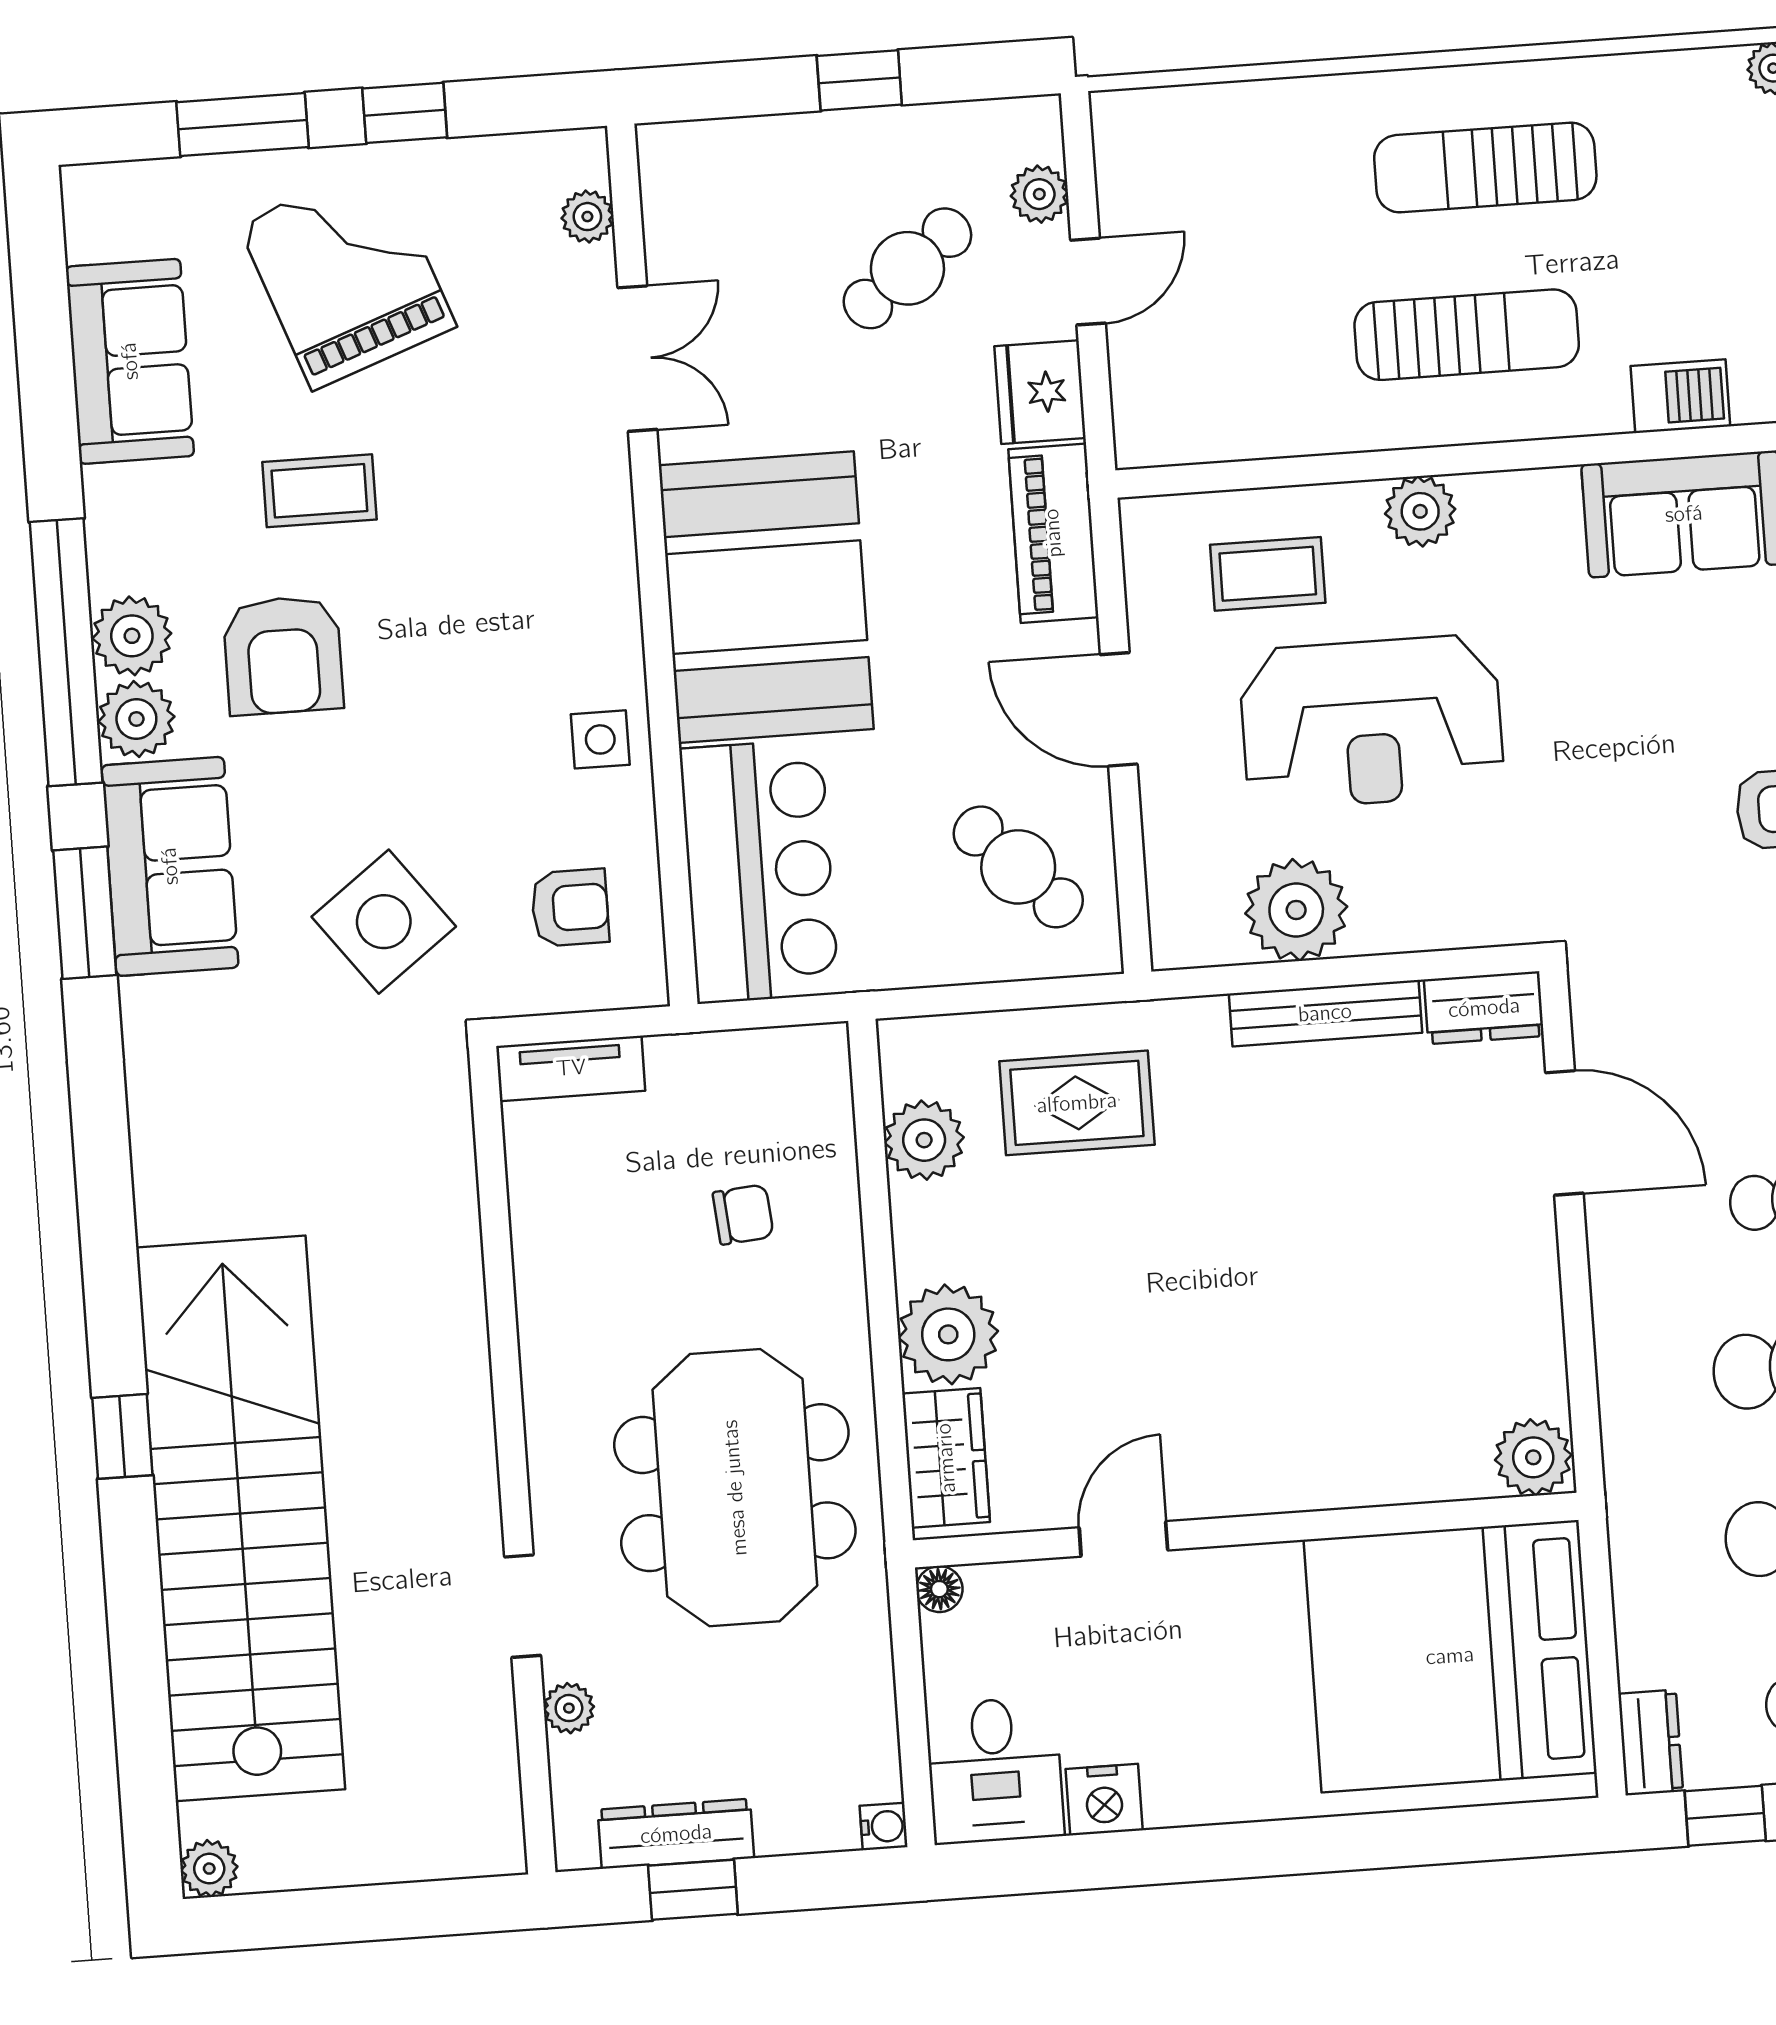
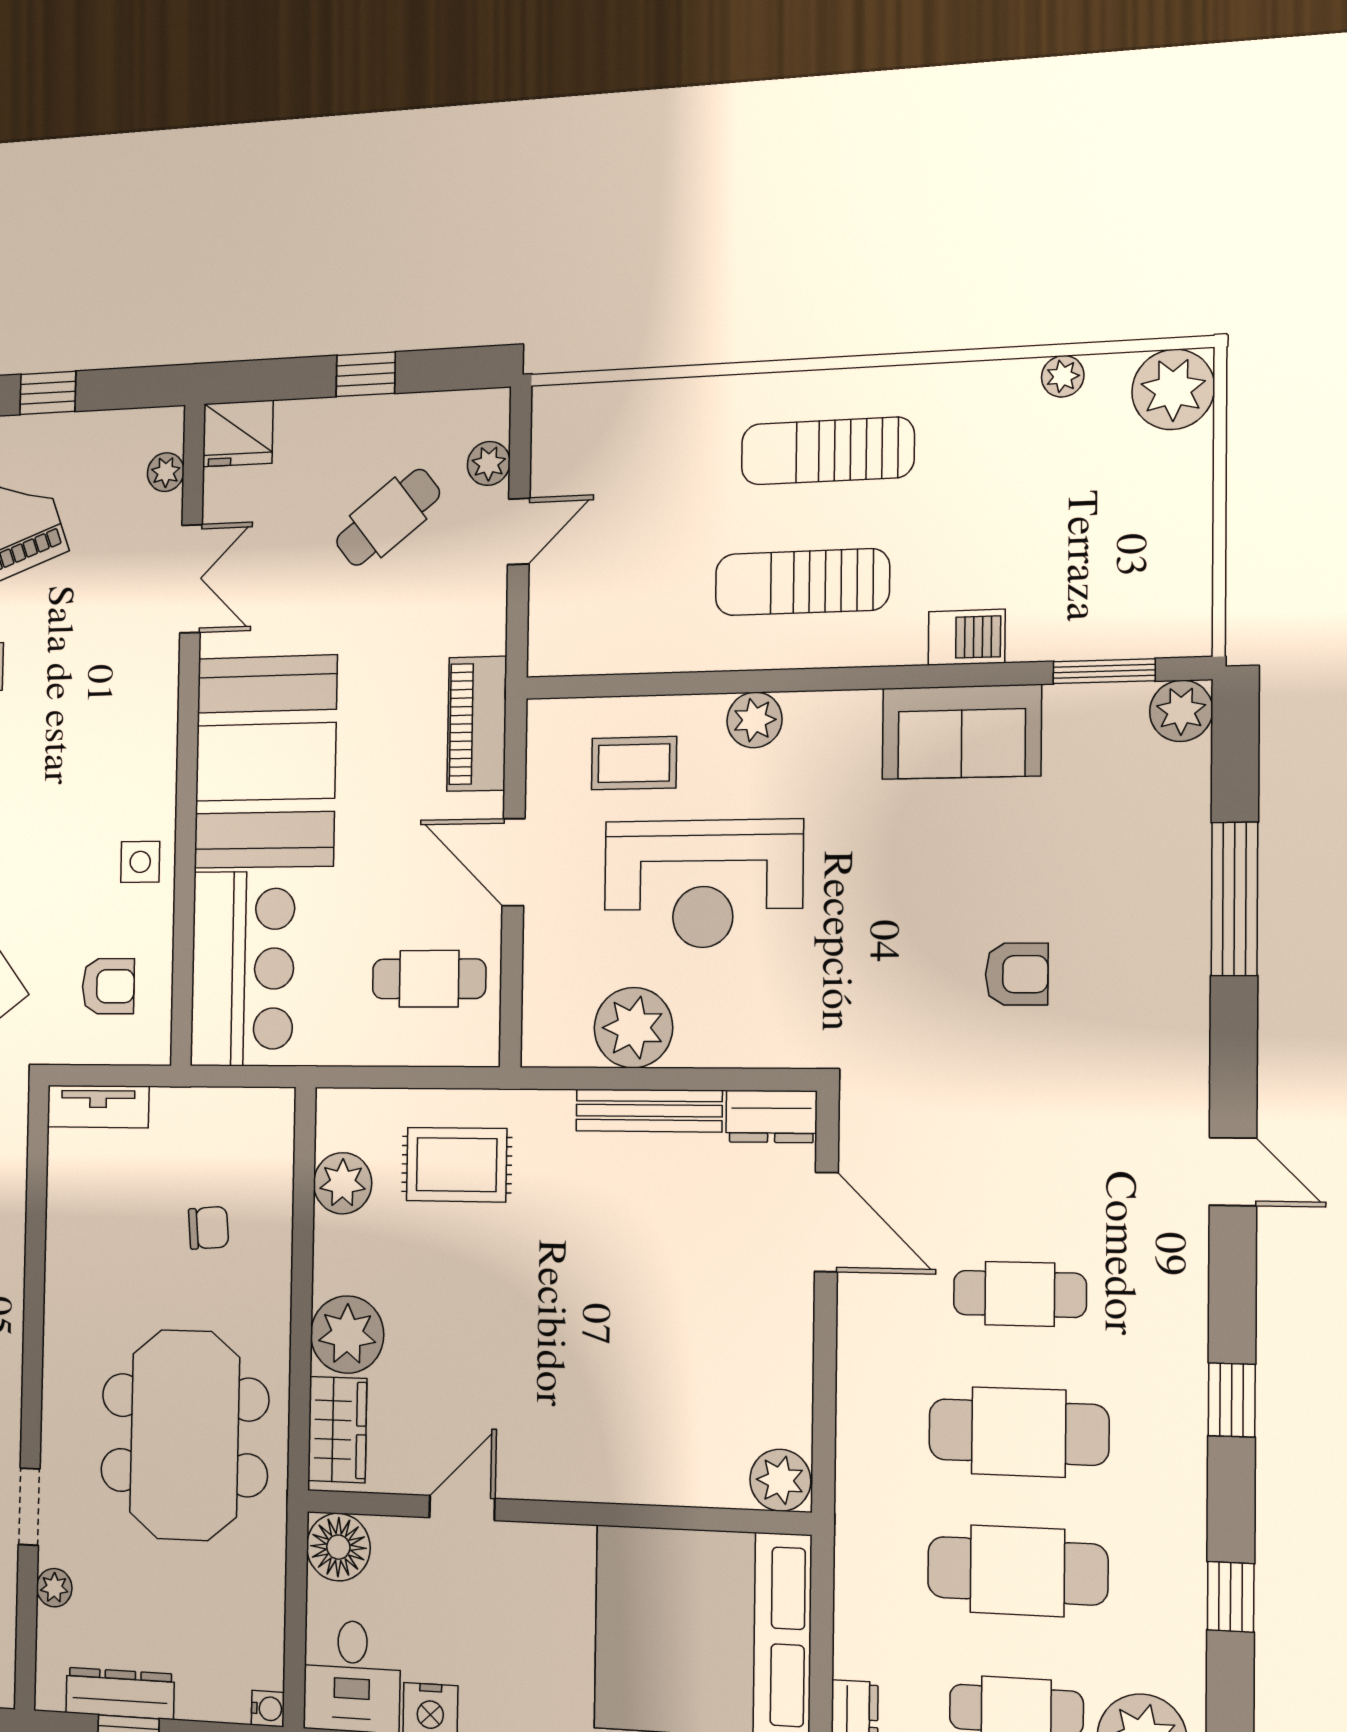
sun lounger: (1467, 335) -> (802, 582), turned 180
fridge: (1040, 392) -> (238, 433), moved, turned -90
cafe table: (1018, 867) -> (429, 979), turned -46
floor lamp: (939, 1589) -> (338, 1547), width x1.89, depth x1.89

